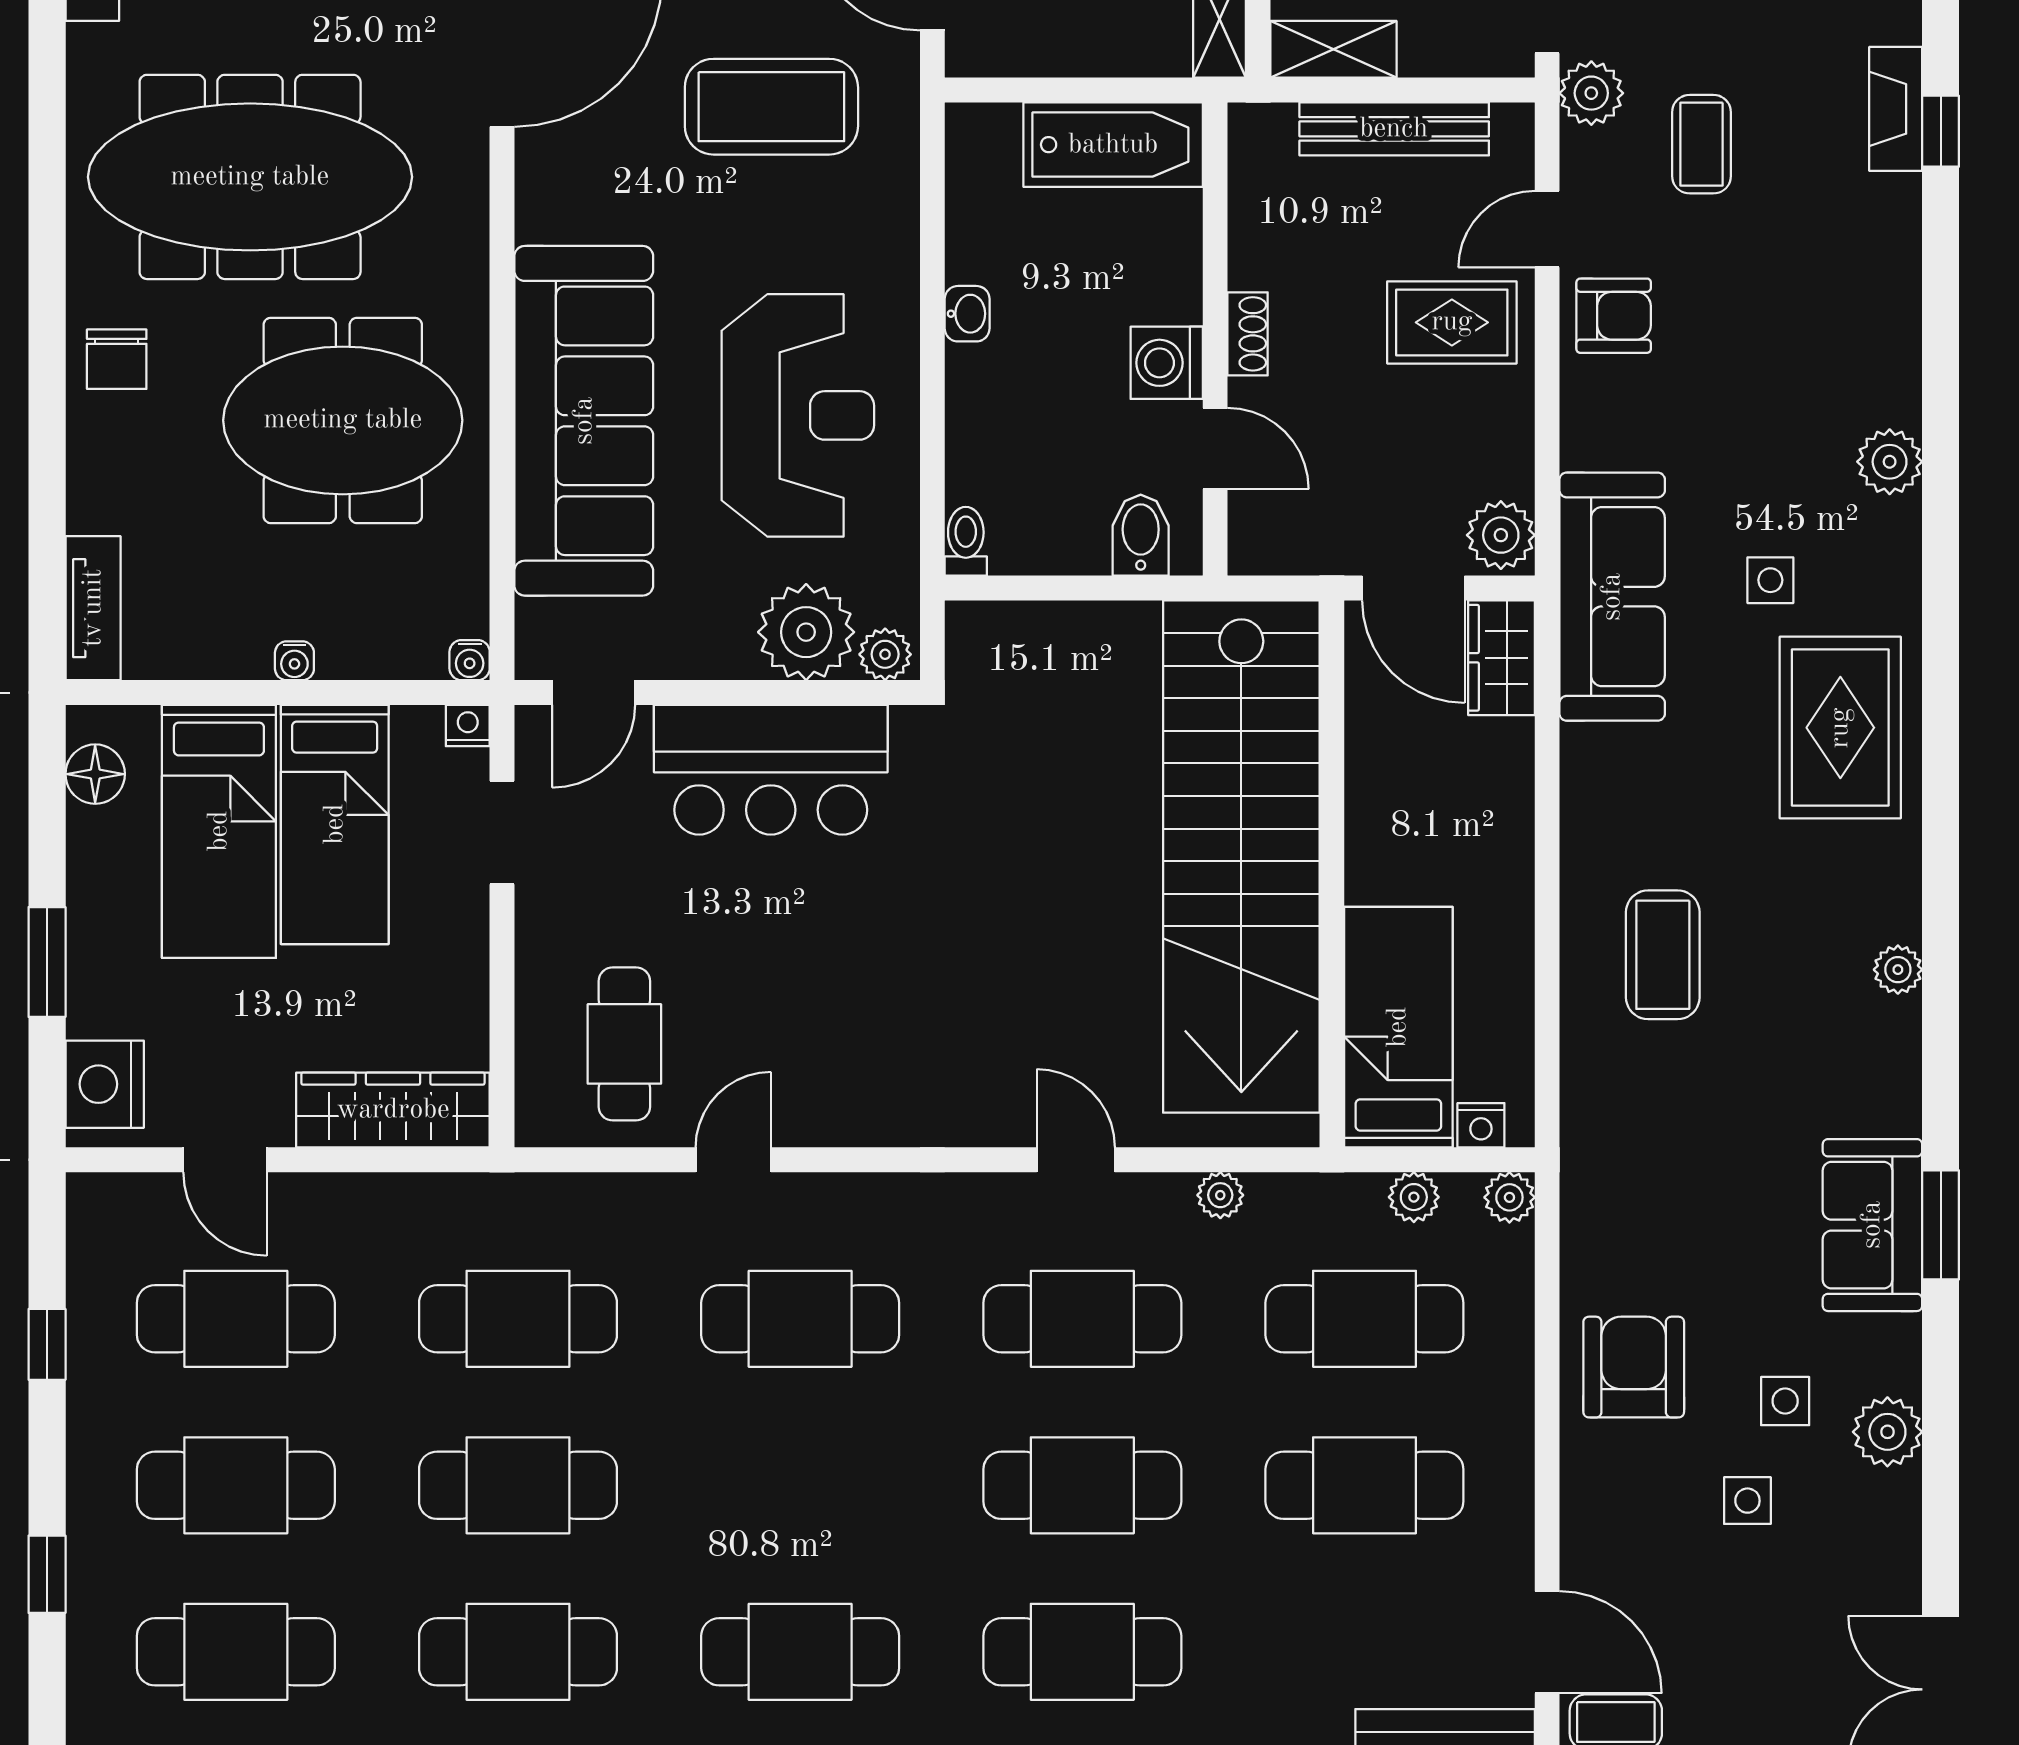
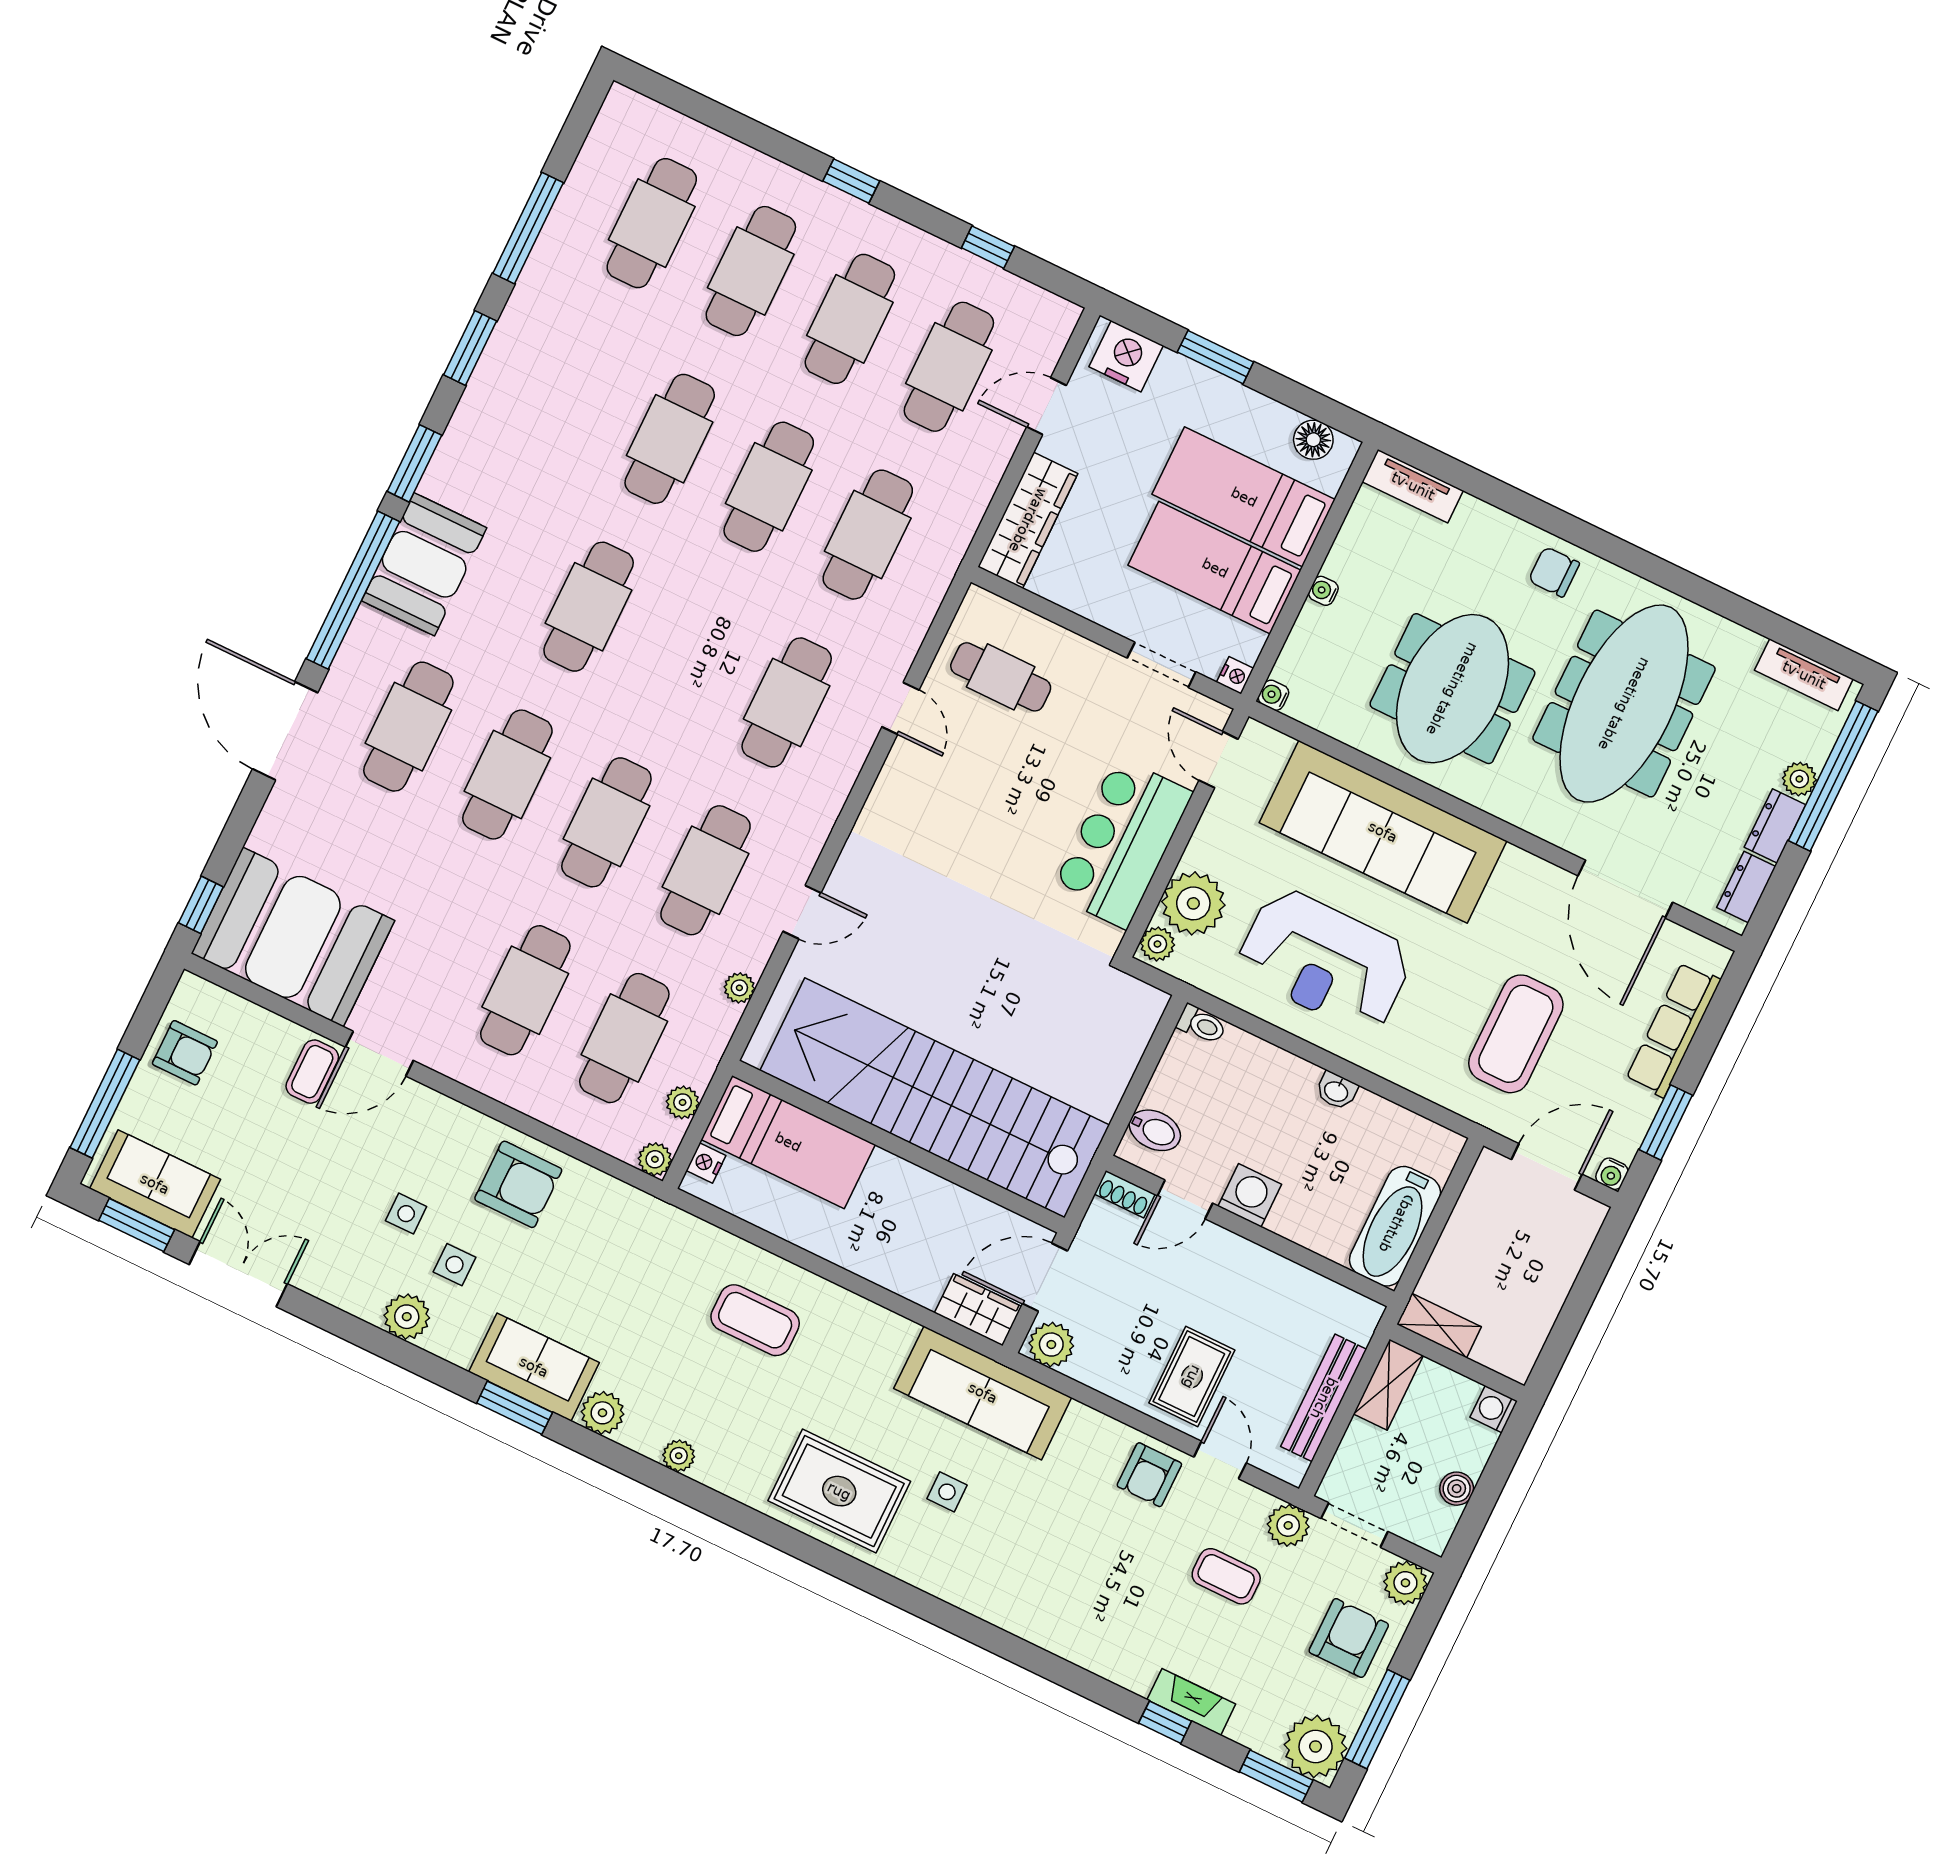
shoe rack: (1248, 334) -> (1125, 1194), moved
plant: (1890, 462) -> (602, 1413), moved

